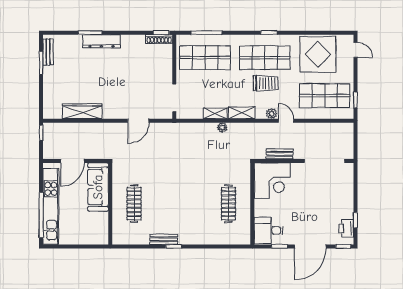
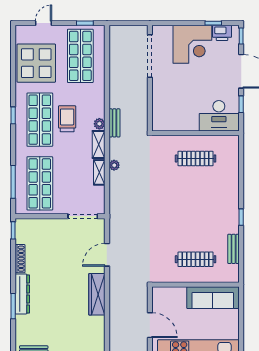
shoe rack: (159, 39) -> (20, 259), moved
door: (355, 50) -> (43, 23), moved
wardrobe: (82, 111) -> (97, 294), moved
plant: (272, 114) -> (99, 124), moved
door: (138, 121) -> (107, 255), swing flipped
door: (286, 121) -> (107, 97), removed
bench: (279, 154) -> (114, 123), moved
corner desk: (272, 181) -> (192, 44), moved, turned 90
sofa: (98, 187) -> (213, 298), moved
desk: (269, 230) -> (219, 116), width x1.37
bench: (164, 239) -> (234, 249), moved

